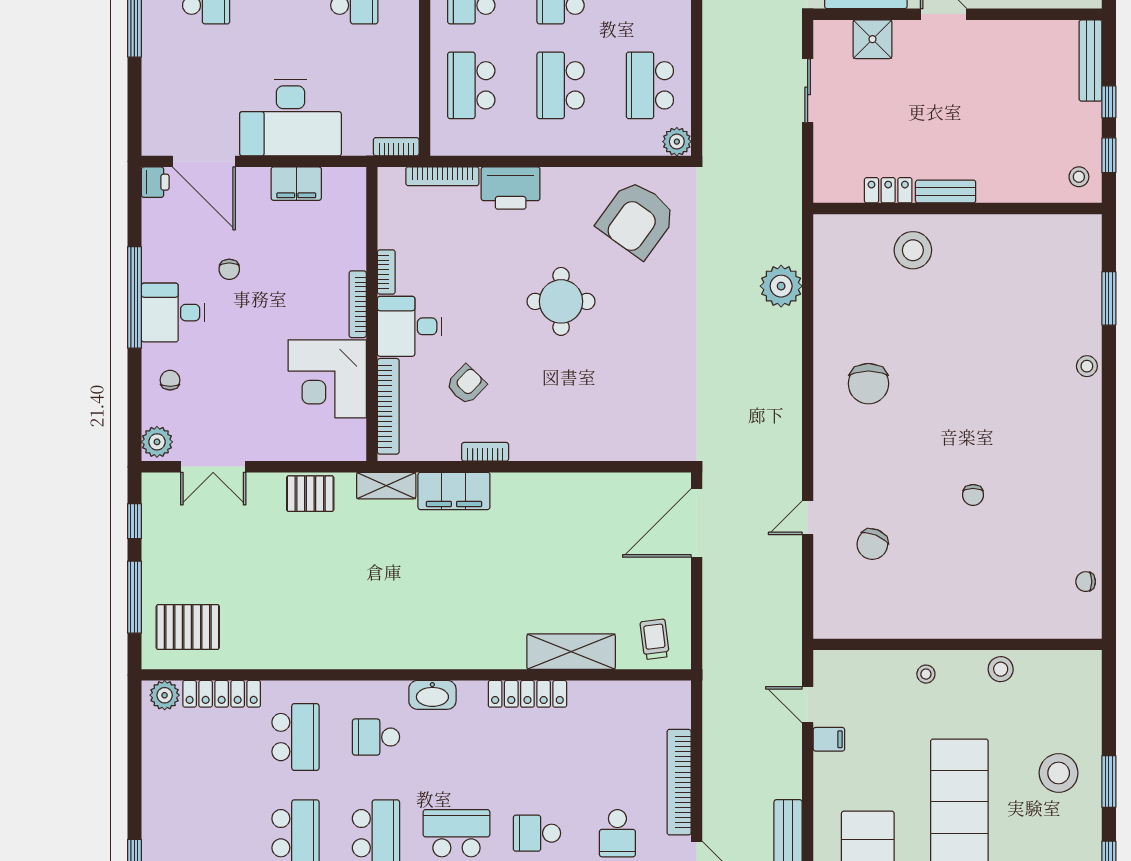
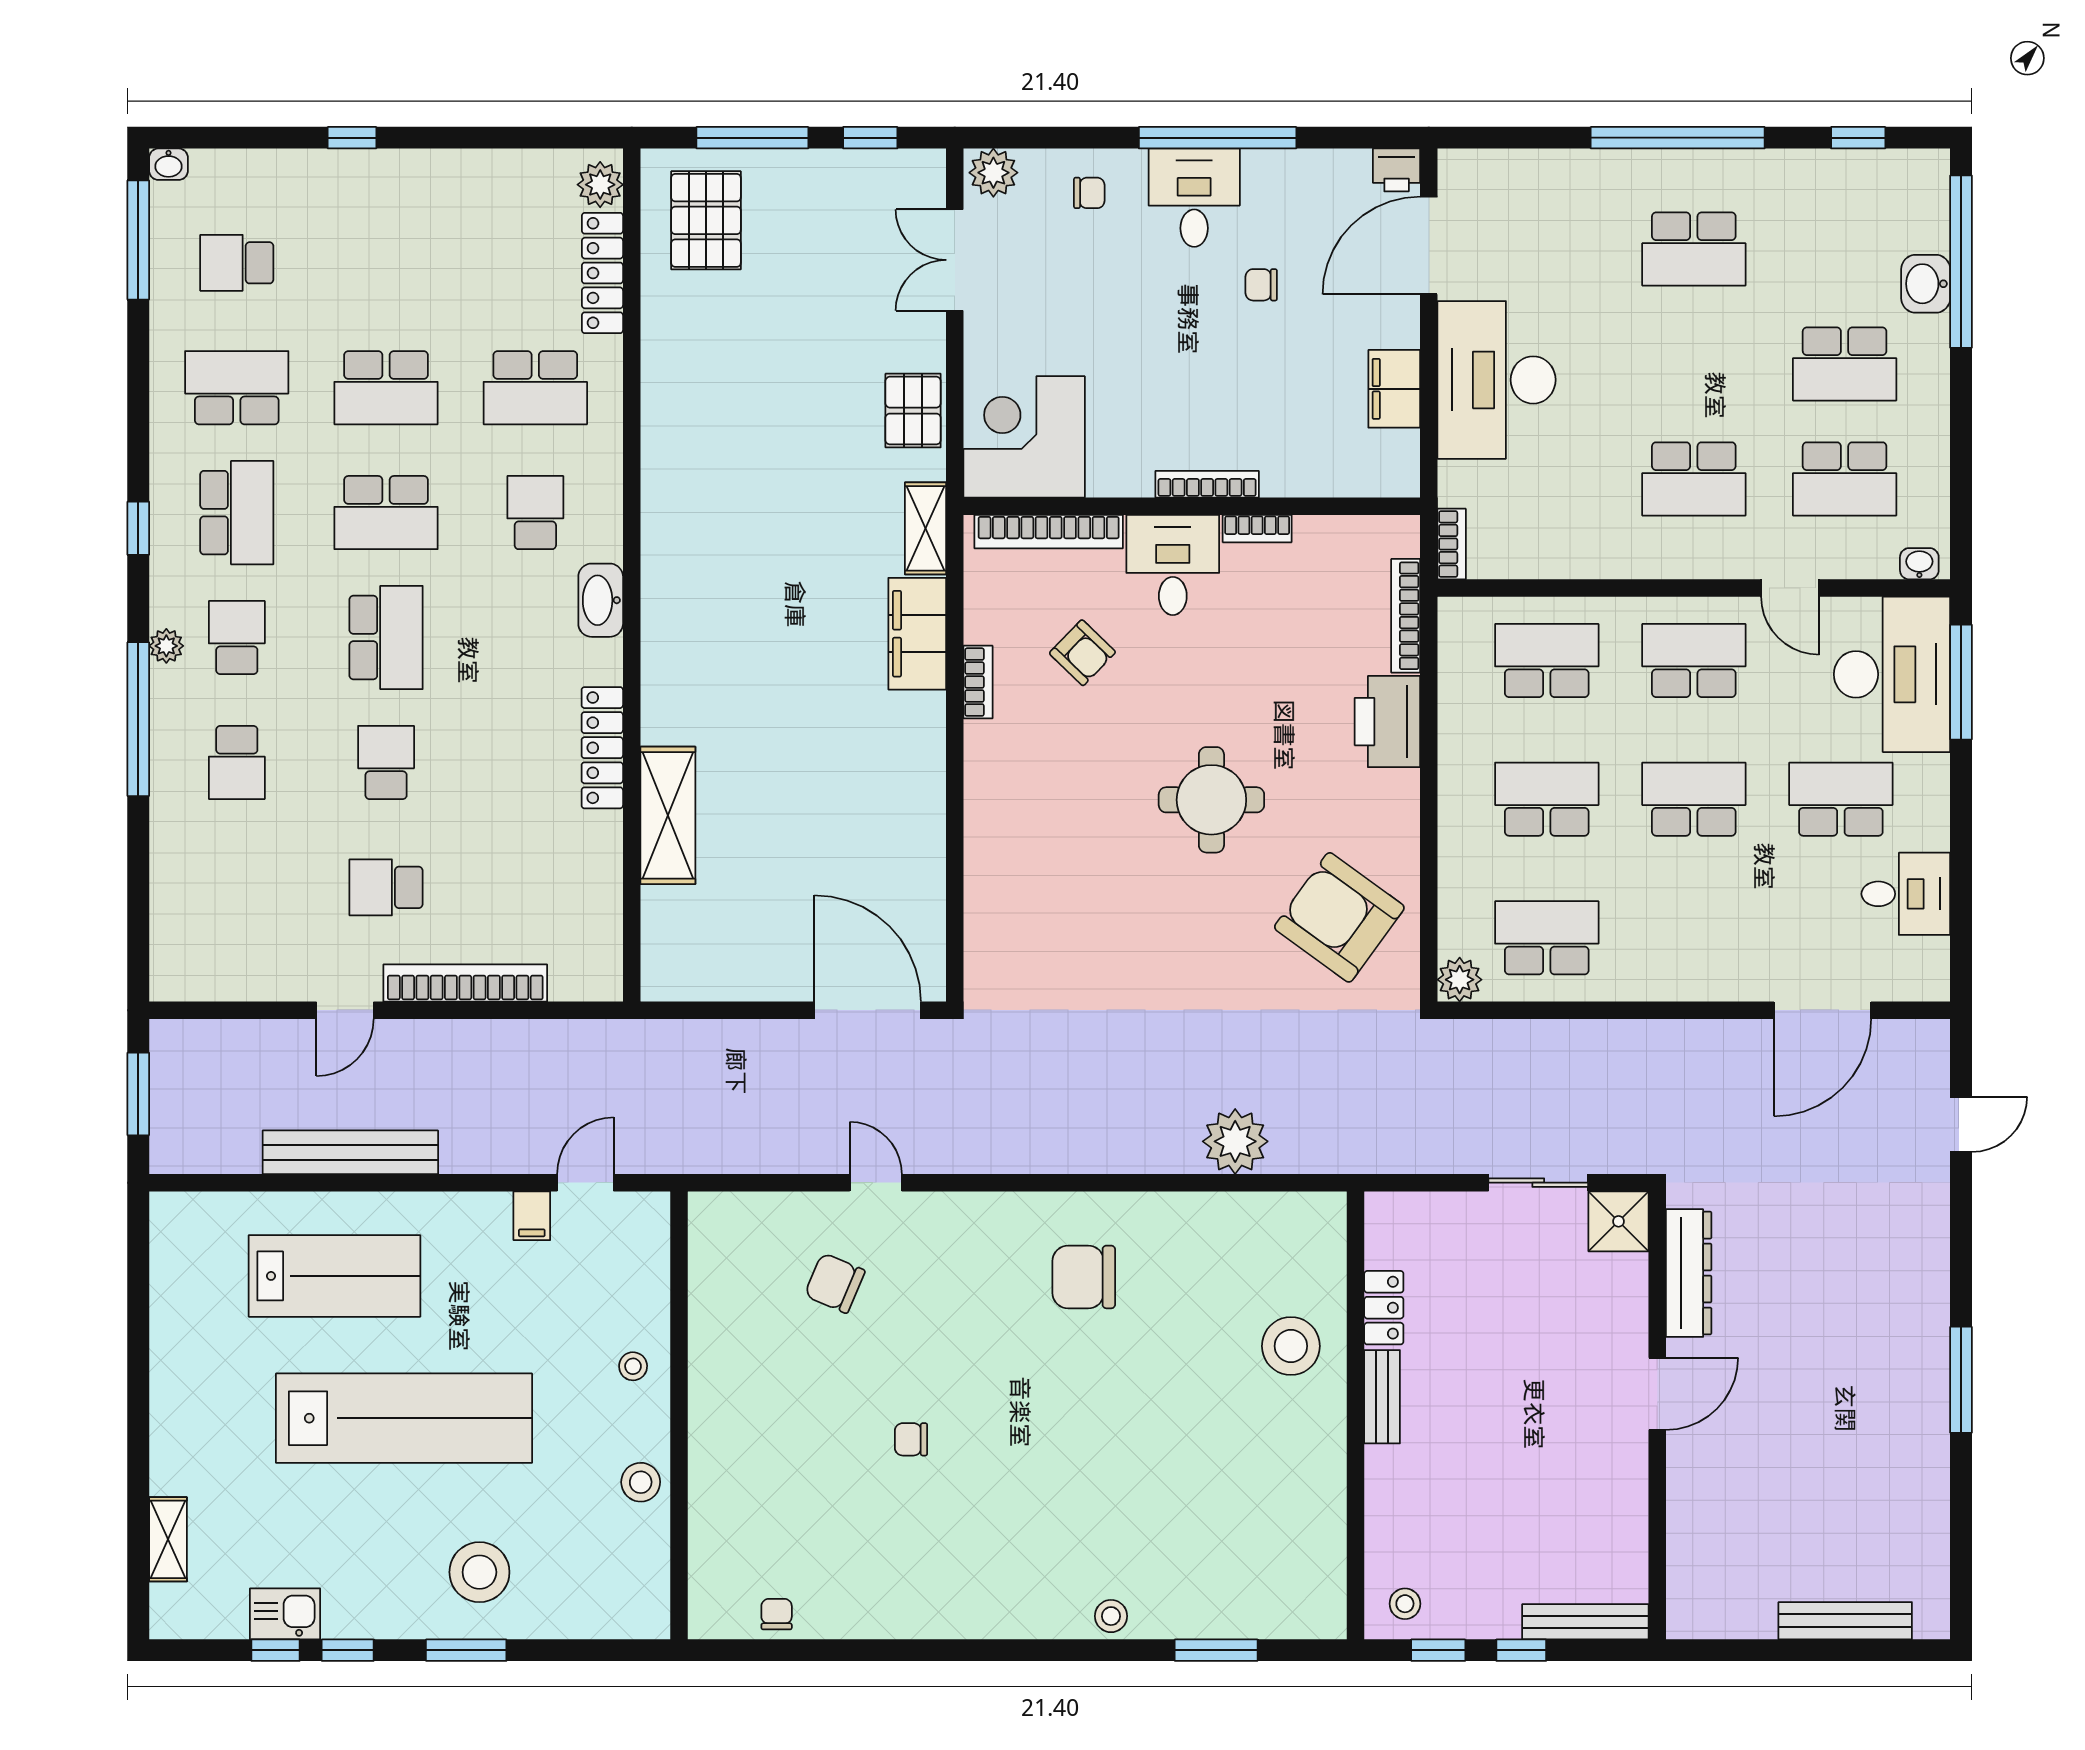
shower: (872, 39) -> (1619, 1221), moved
corner desk: (327, 379) -> (1024, 437), moved
trolley: (655, 639) -> (687, 945), removed

